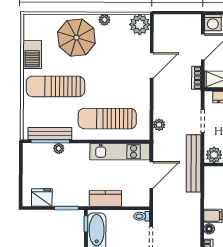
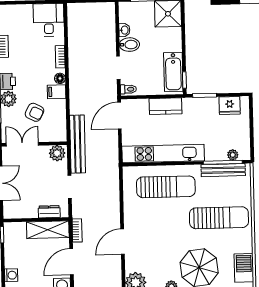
barbecue: (32, 54) -> (244, 268), moved
plant: (159, 125) -> (113, 182), removed
plant: (59, 148) -> (233, 155), moved
kitchen unit: (120, 152) -> (163, 154), width x1.36
door: (151, 175) -> (119, 116), moved

